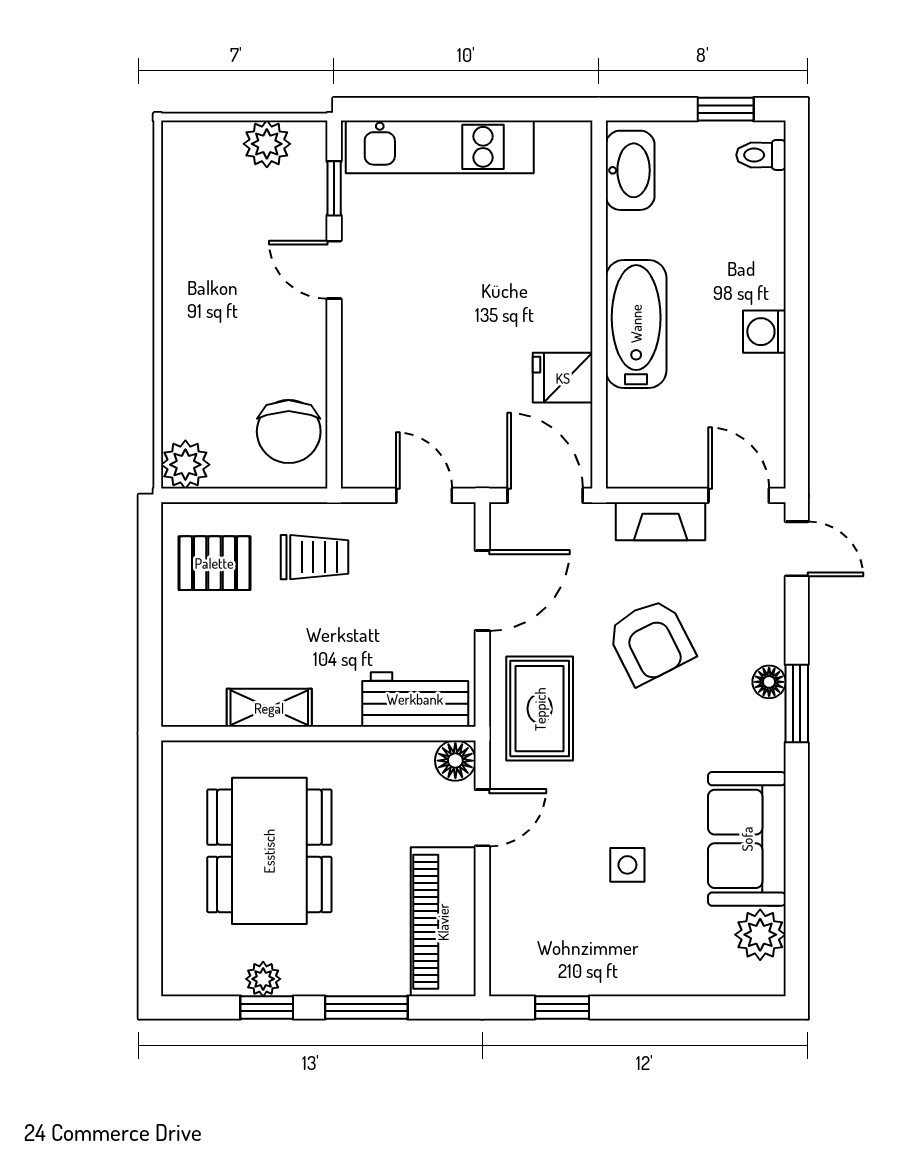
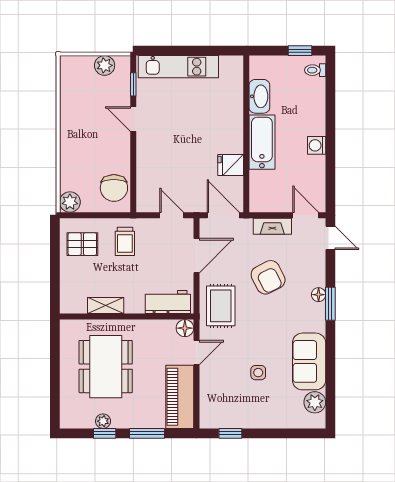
washbasin: (630, 170) -> (259, 96), moved
trolley: (315, 557) -> (125, 241), turned 90

